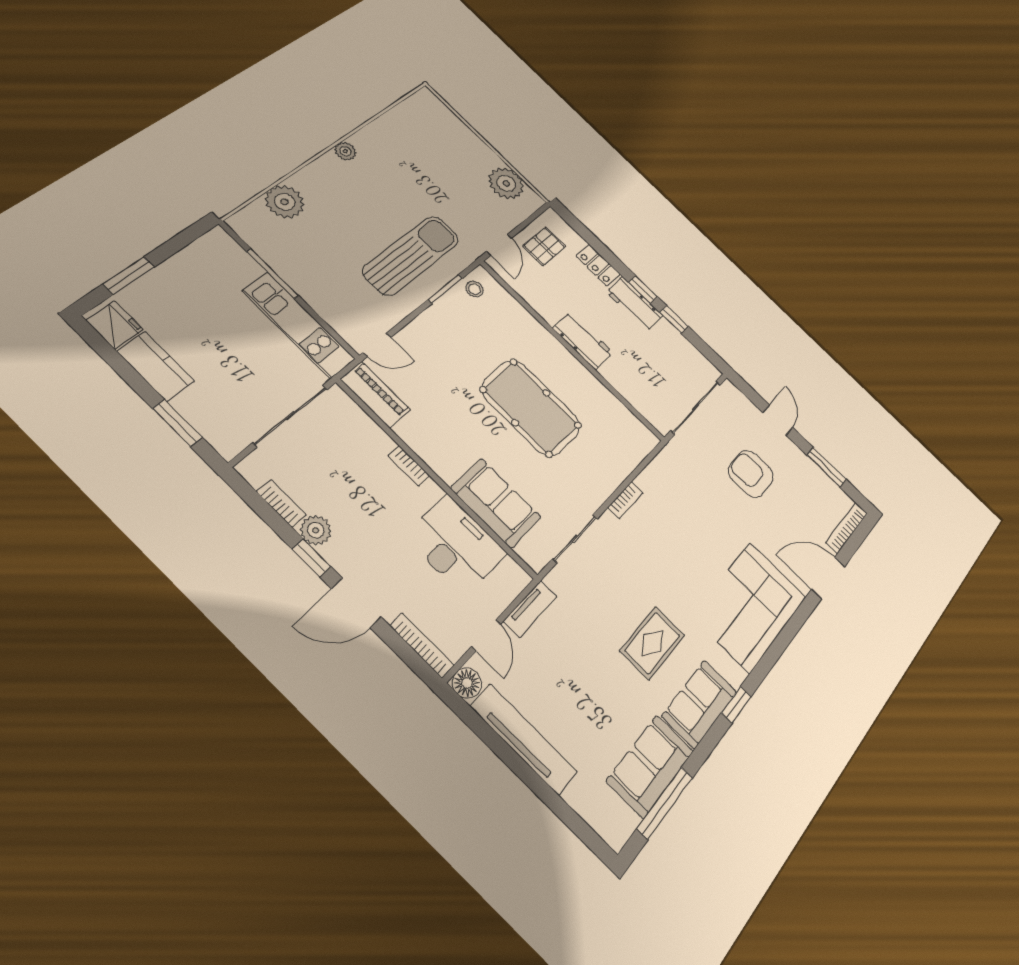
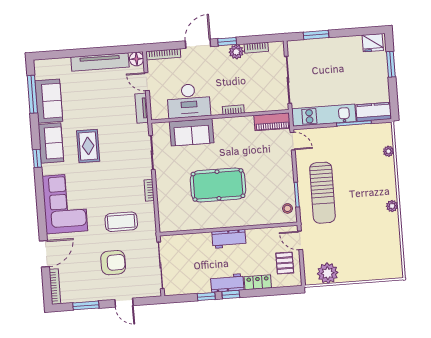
plant: (285, 202) -> (388, 151), width x0.53, depth x0.53
door: (377, 345) -> (293, 141), swing flipped
kitchen counter: (156, 366) -> (373, 112), moved, turned 180
coffee table: (697, 505) -> (121, 222), added

